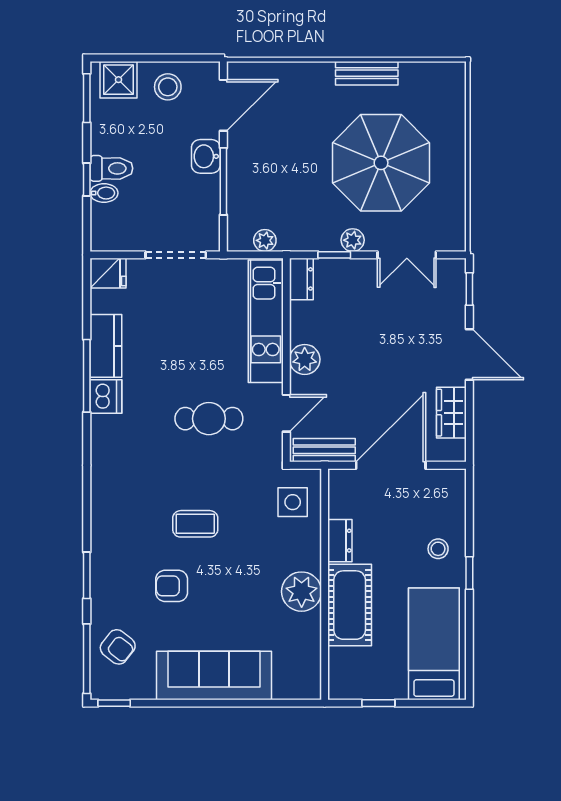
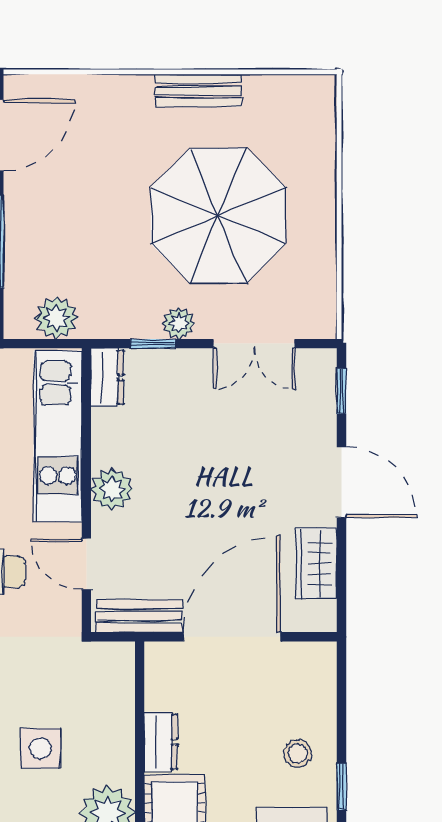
plant: (265, 240) -> (57, 318), width x1.38, depth x1.38
door: (286, 413) -> (86, 564), swing flipped
side table: (293, 502) -> (40, 748), moved

